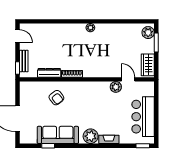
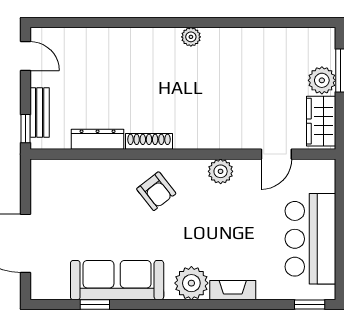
plant: (148, 33) -> (322, 80), moved
door: (128, 79) -> (276, 154), swing flipped
plant: (116, 87) -> (221, 171), moved
armchair: (56, 98) -> (156, 191), moved

